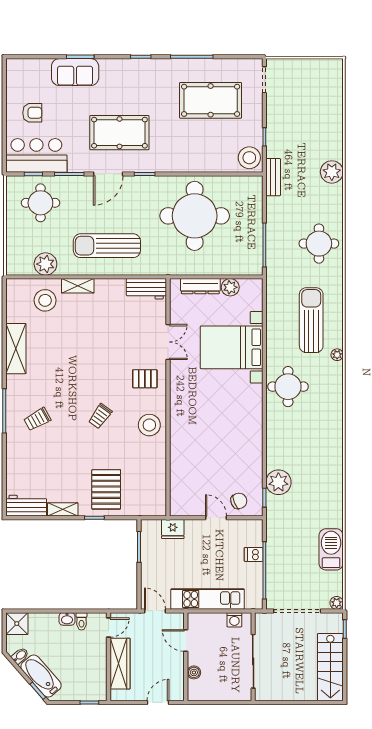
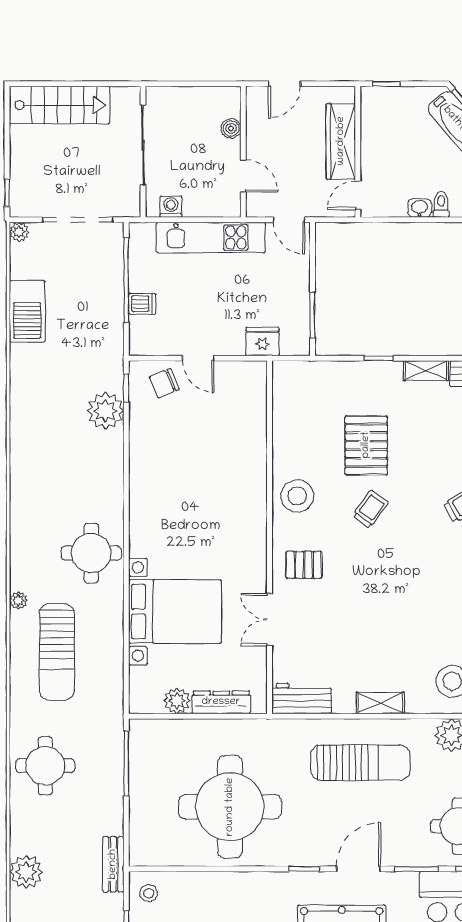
stool: (249, 158) -> (149, 893), width x0.53, depth x0.53
shelving: (78, 286) -> (380, 703), moved
pallet: (106, 489) -> (366, 445), moved
toilet: (81, 621) -> (441, 204), moved
stairs: (330, 667) -> (60, 105), moved, turned 90

